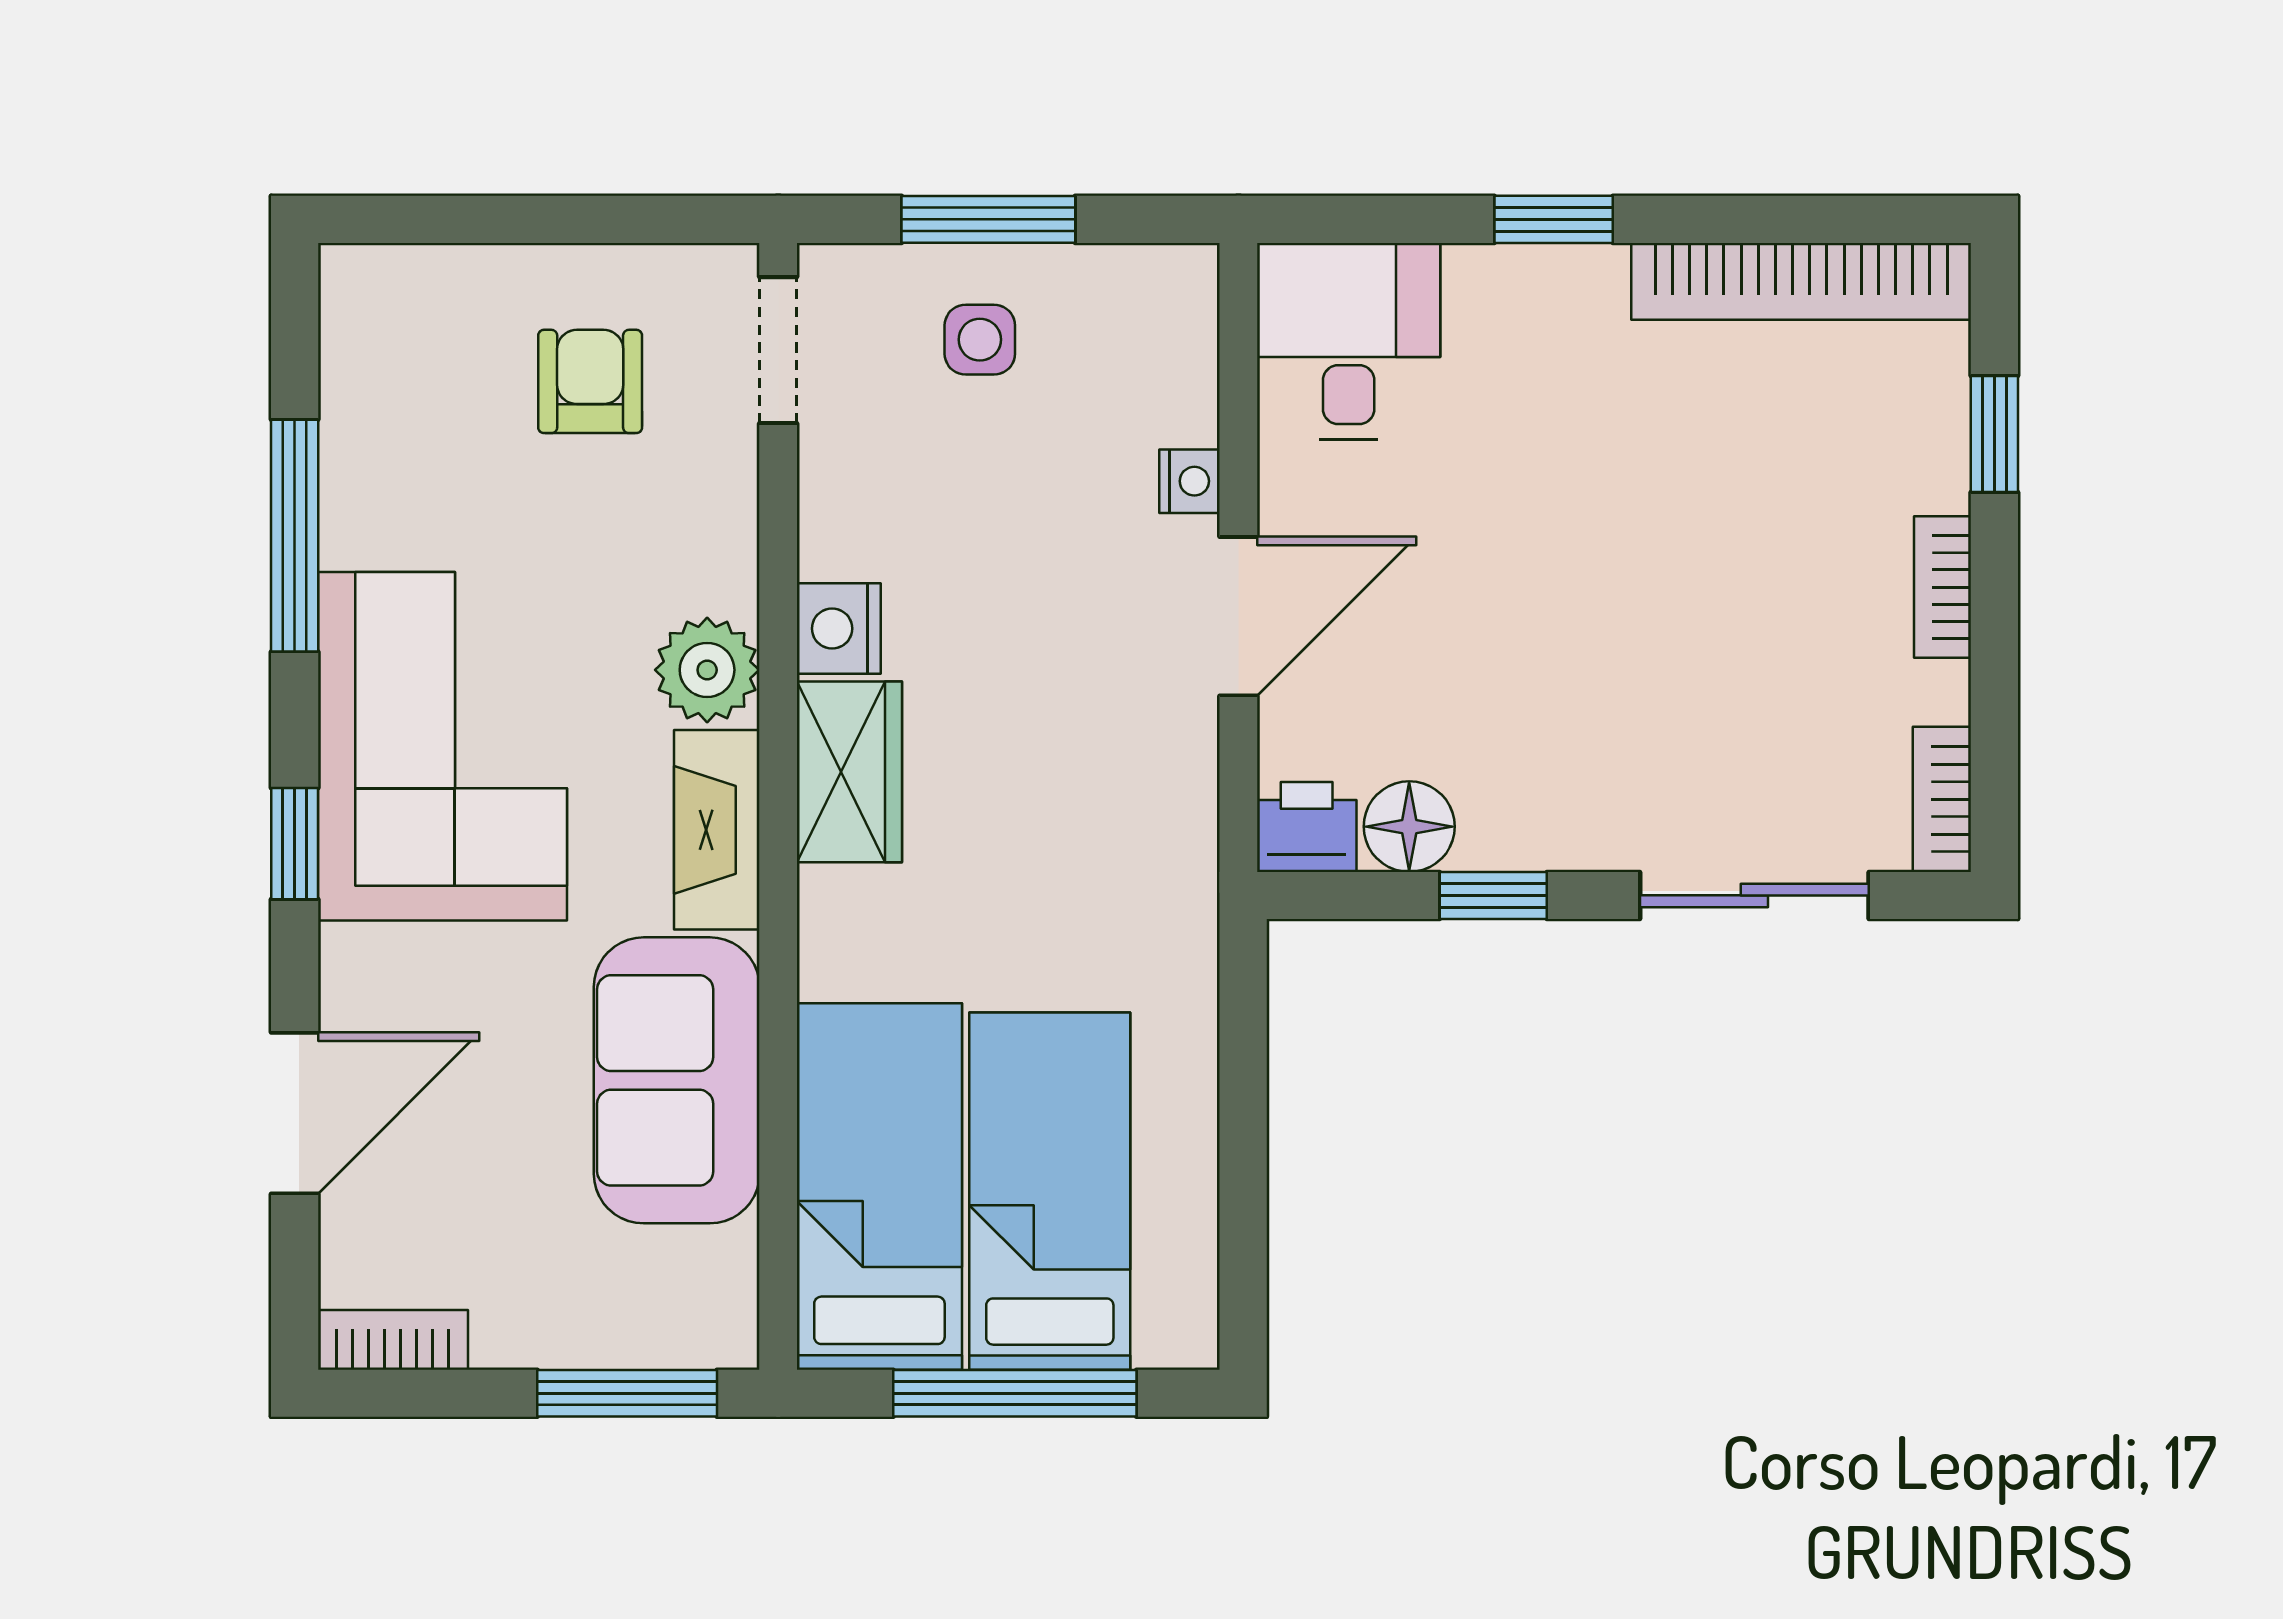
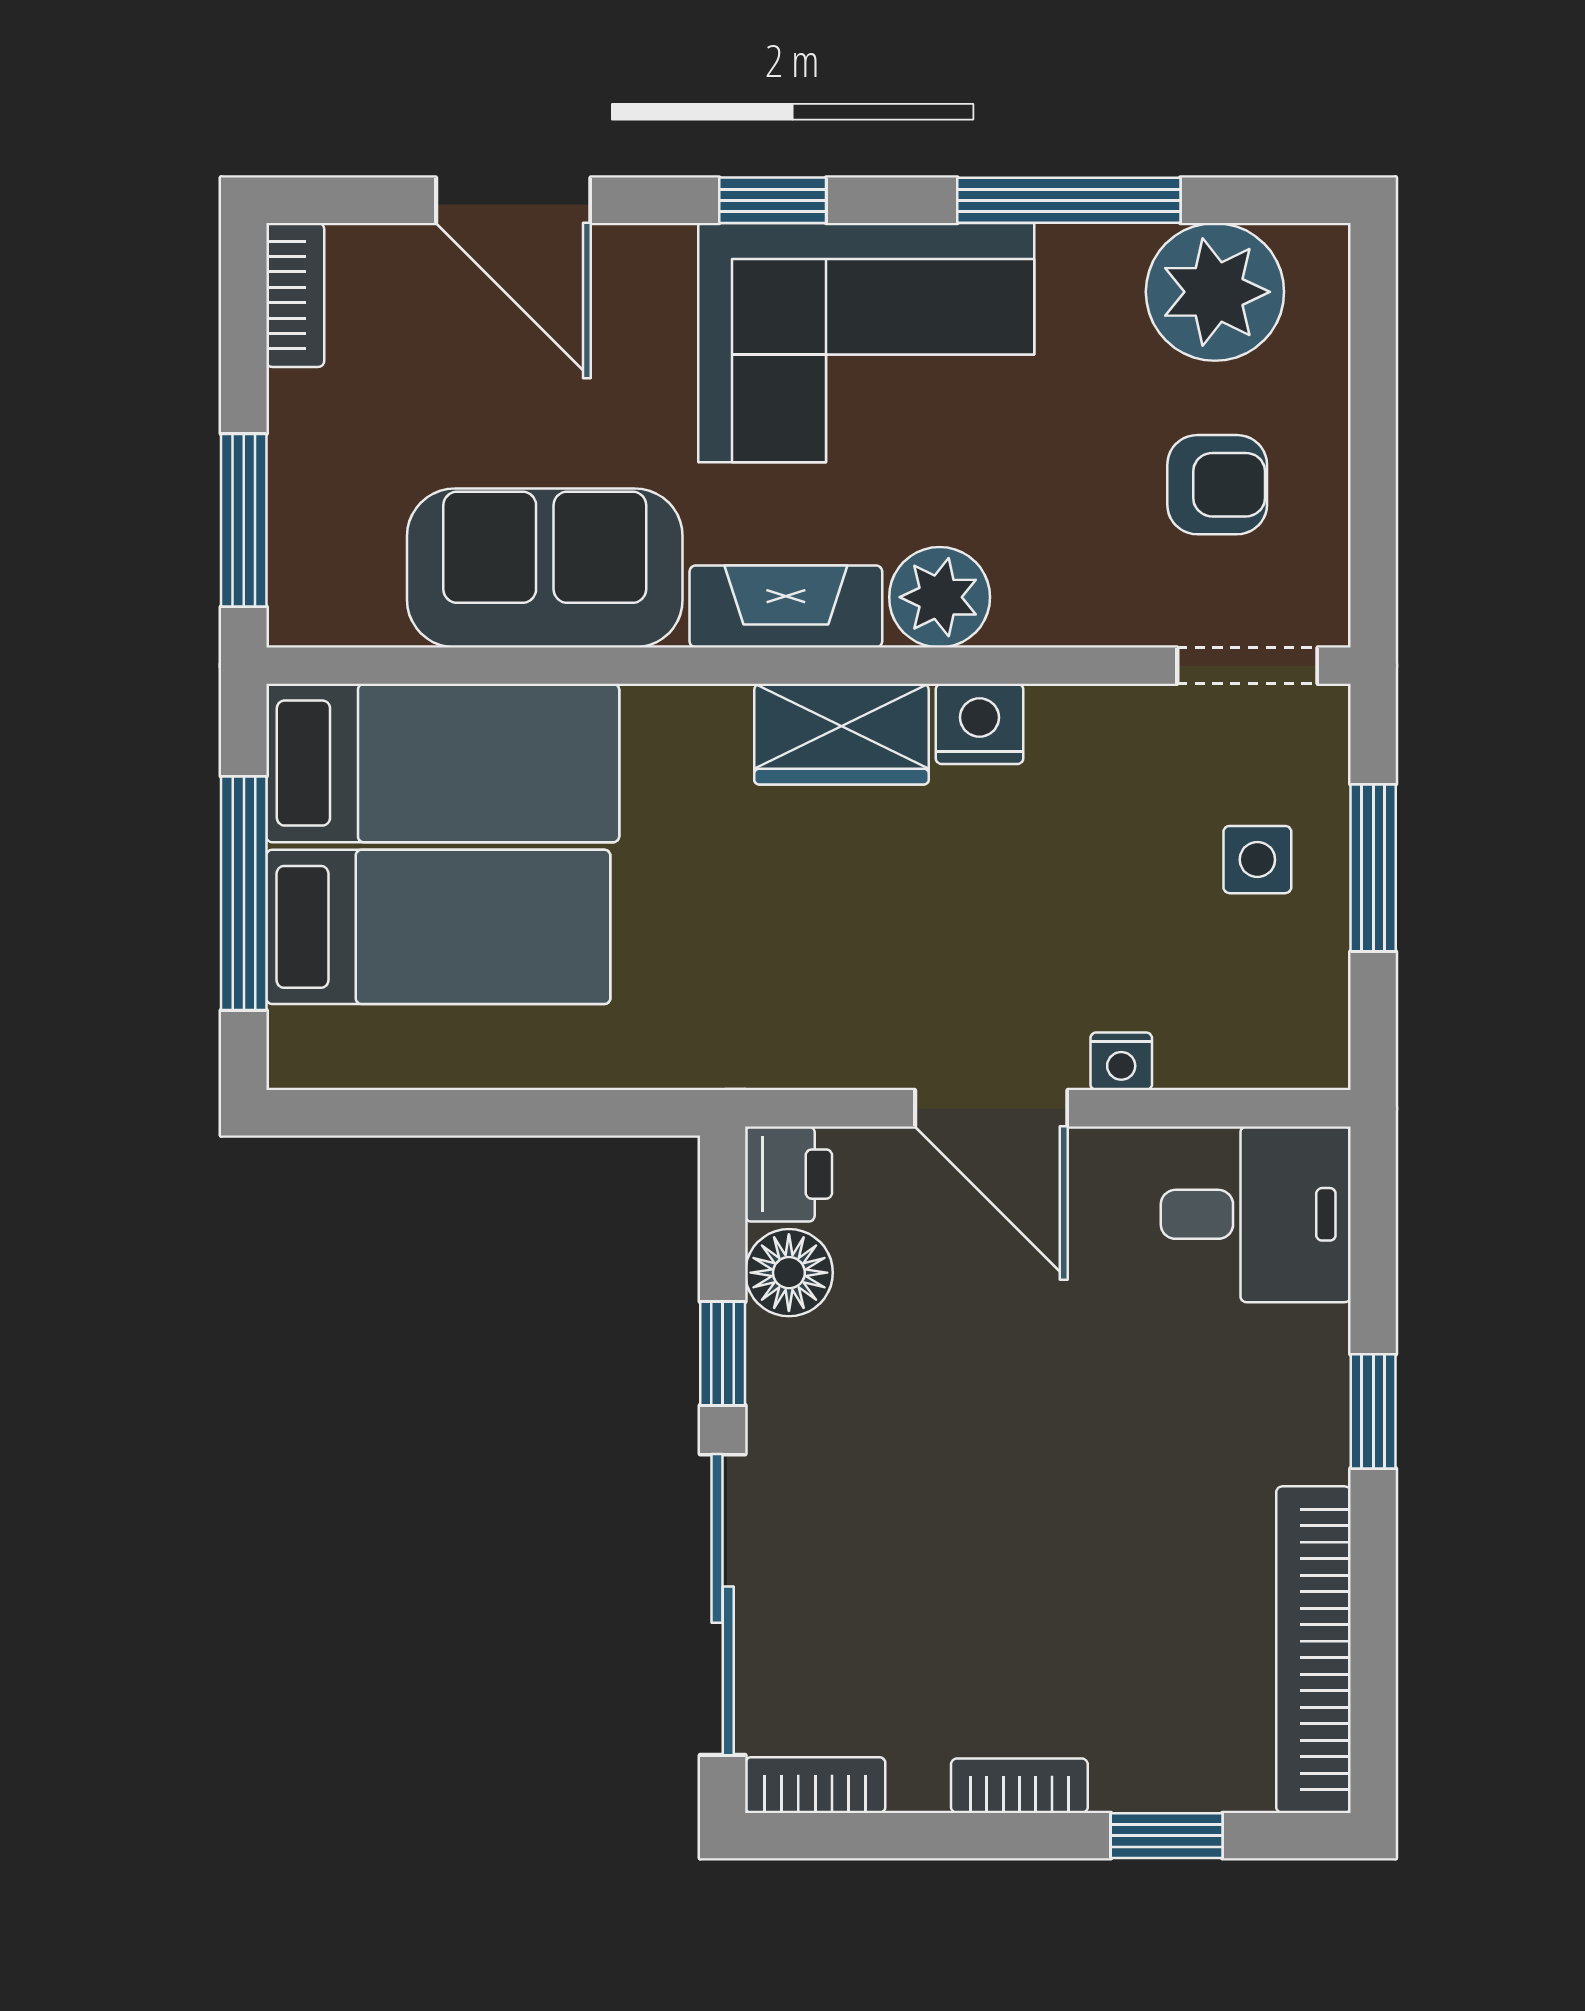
plant: (390, 384) -> (1215, 292), added
sliding door: (1754, 895) -> (723, 1605), width x1.37

